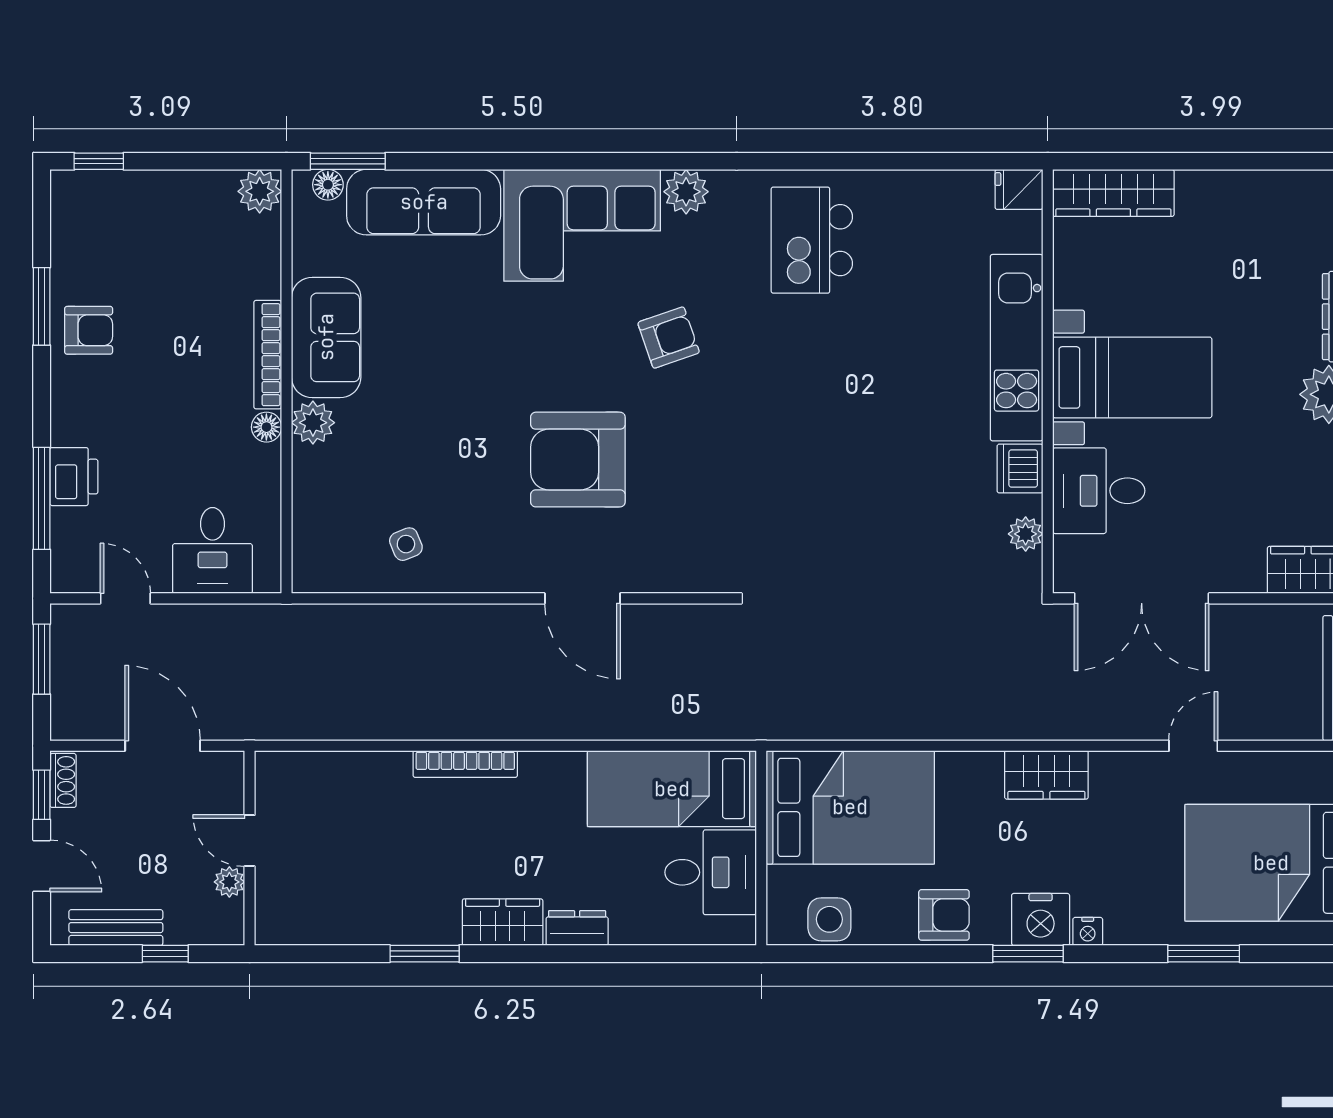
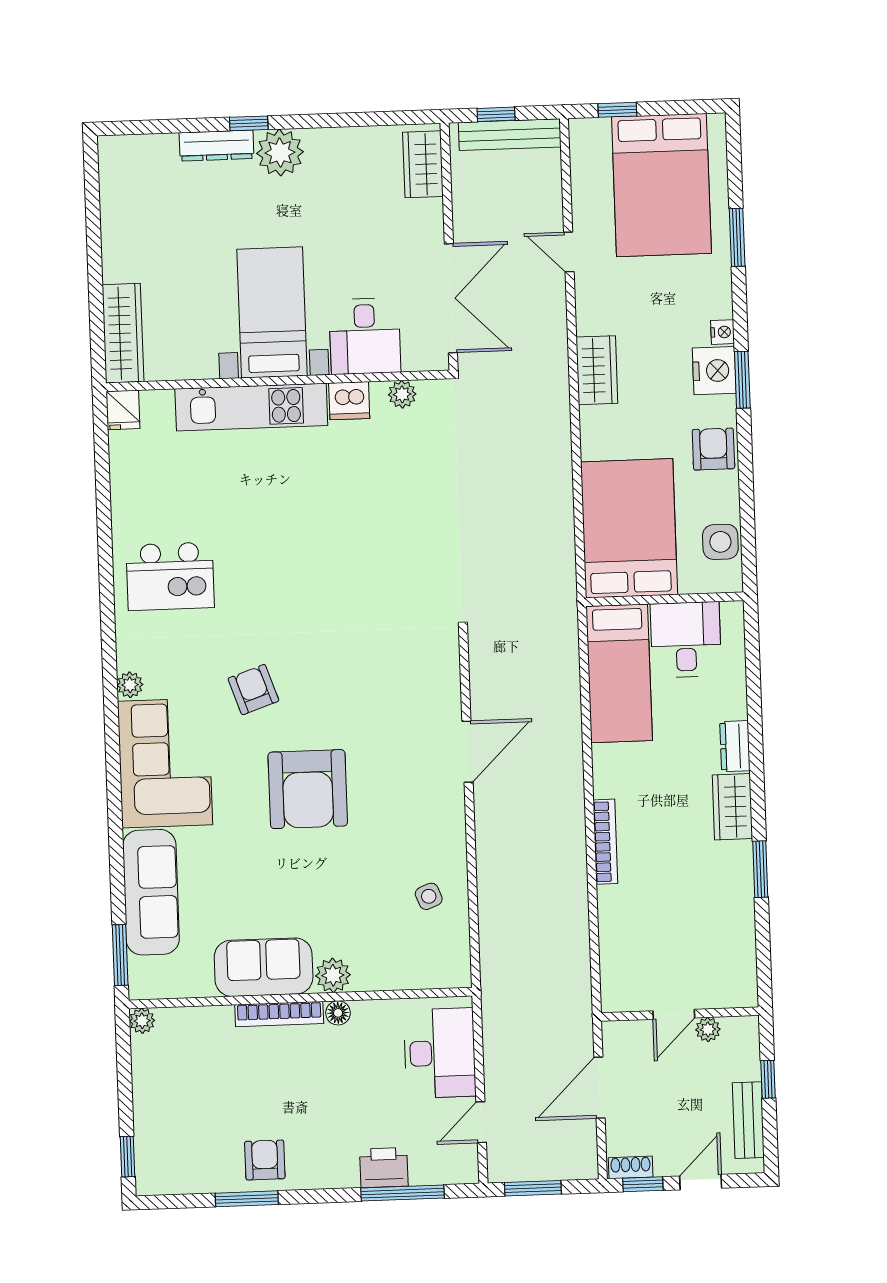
floor lamp: (328, 185) -> (140, 970), removed
plant: (260, 191) -> (142, 1021), width x0.73, depth x0.73
plant: (686, 192) -> (130, 685), width x0.73, depth x0.73
armchair: (578, 460) -> (308, 789), moved
desk: (212, 550) -> (440, 1053), width x1.37

